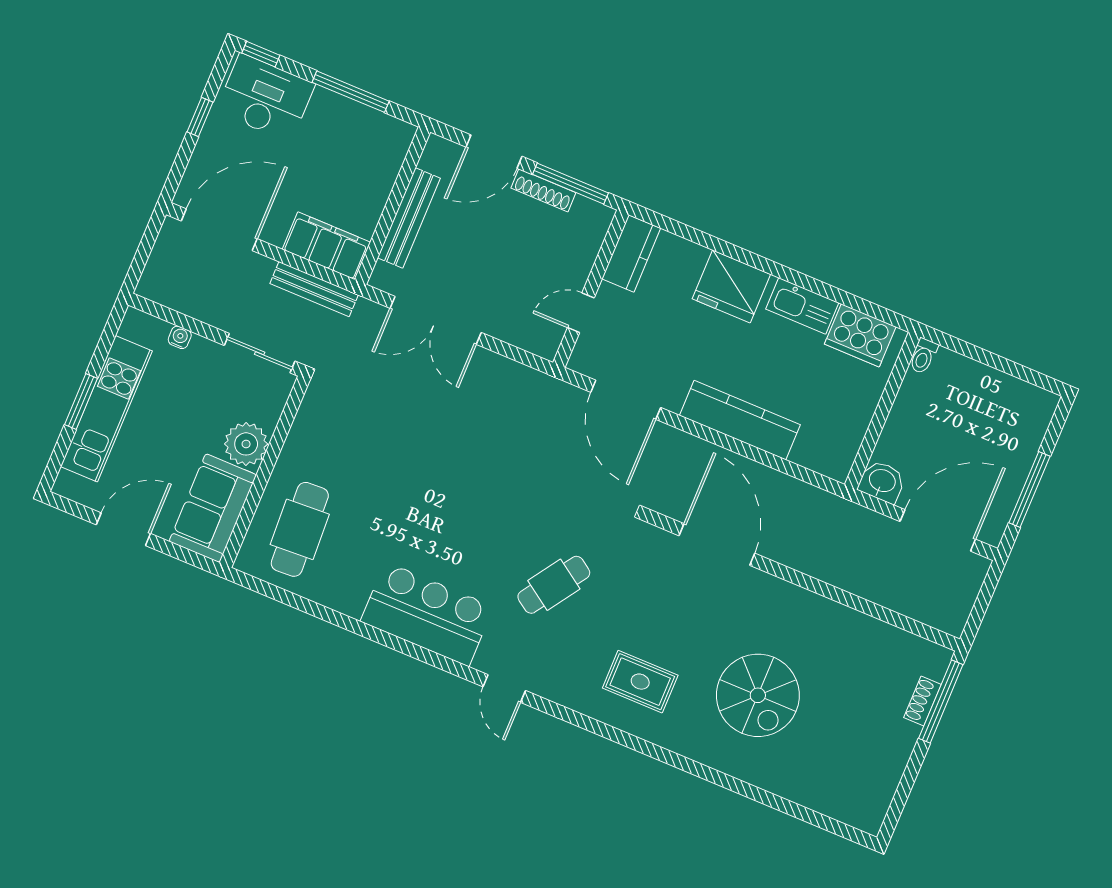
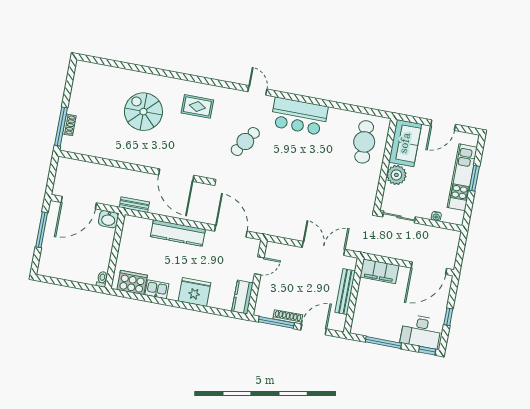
bench: (314, 289) -> (134, 205), moved, width x0.73
kitchen sink: (802, 306) -> (157, 289), width x0.73

